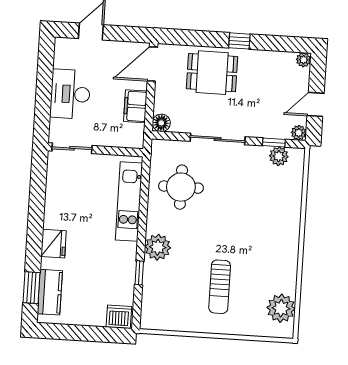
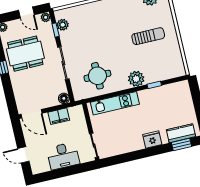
dining table: (212, 73) -> (25, 54), moved, width x1.38
dishwasher: (119, 317) -> (183, 89), removed

